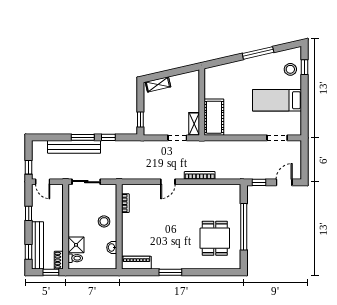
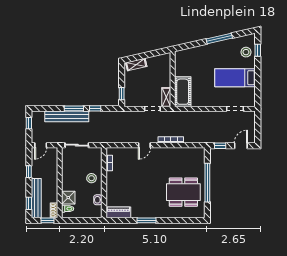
window: (29, 167) -> (29, 123), moved
door: (43, 182) -> (41, 145), hinge flipped
dining table: (215, 238) -> (183, 192), width x1.38

